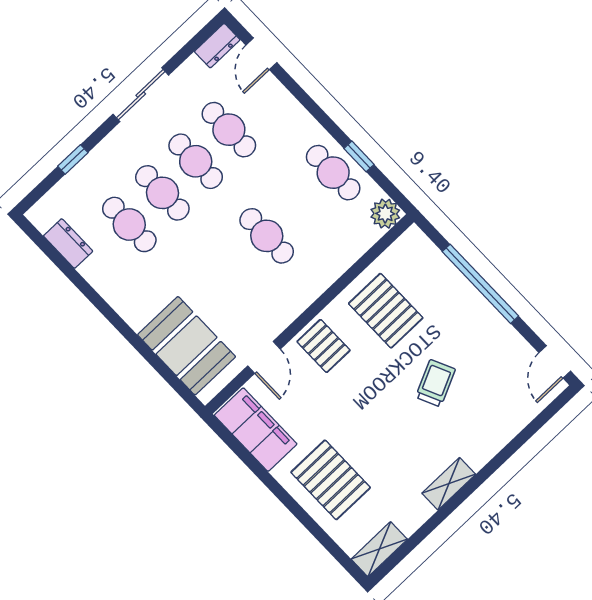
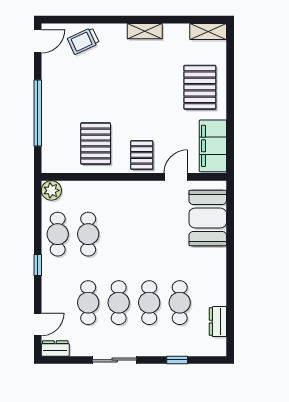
window: (359, 156) -> (38, 265), moved
cafe table: (267, 236) -> (88, 234), moved
trolley: (435, 383) -> (83, 41), moved

